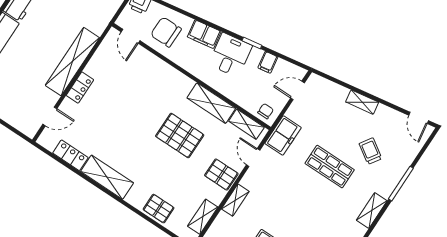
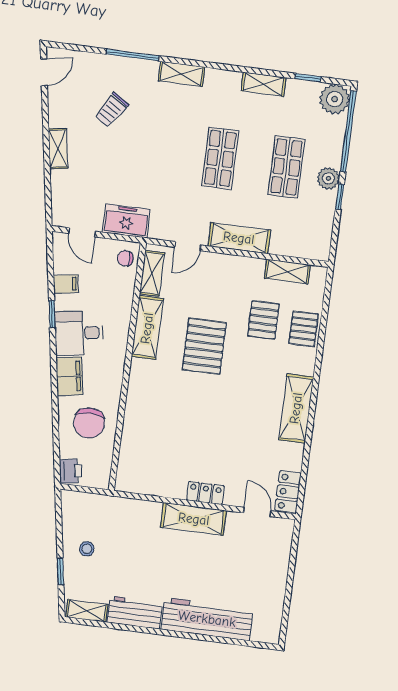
door: (130, 36) -> (115, 463), removed
shelving: (72, 62) -> (194, 519), width x0.68
freezer: (283, 136) -> (126, 221), moved
locker: (70, 155) -> (288, 492), moved
shop shelf: (330, 167) -> (220, 158), moved
pallet: (221, 175) -> (263, 320), moved
shelving: (235, 200) -> (239, 238), width x1.50, depth x1.33

